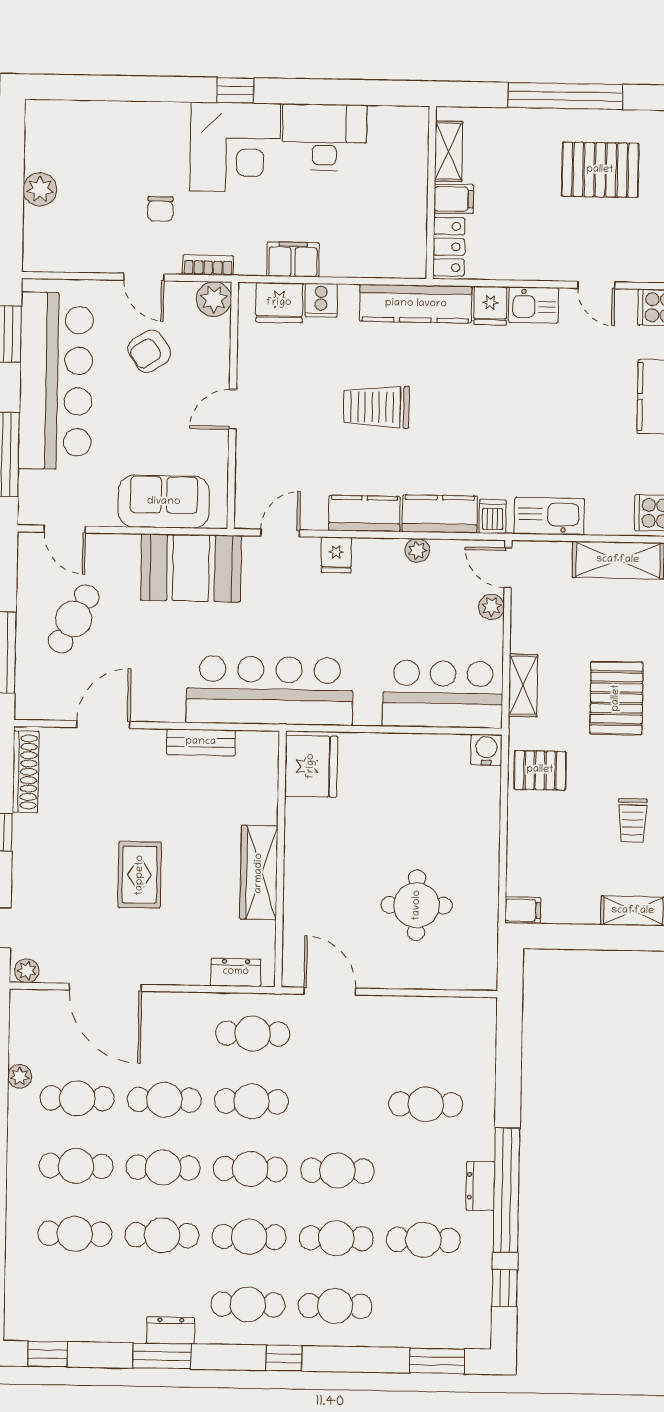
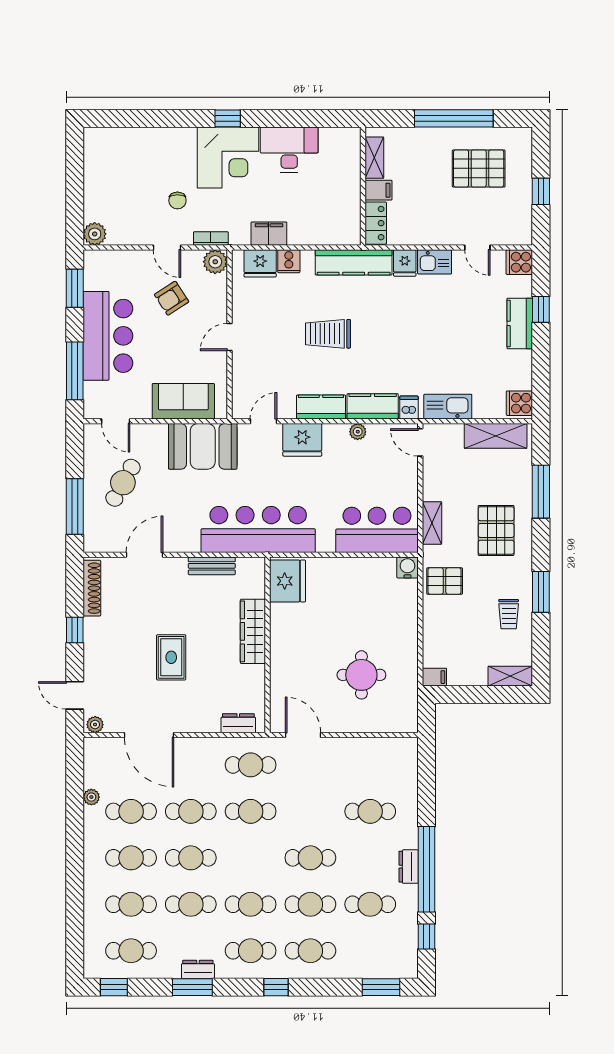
plant: (40, 189) -> (95, 234), moved
bar counter: (56, 381) -> (108, 336), width x0.73
fridge: (336, 555) -> (302, 440), width x1.88, depth x1.34
plant: (492, 607) -> (409, 469), removed
wardrobe: (259, 873) -> (253, 631), moved
cafe table: (250, 1169) -> (131, 951), moved

